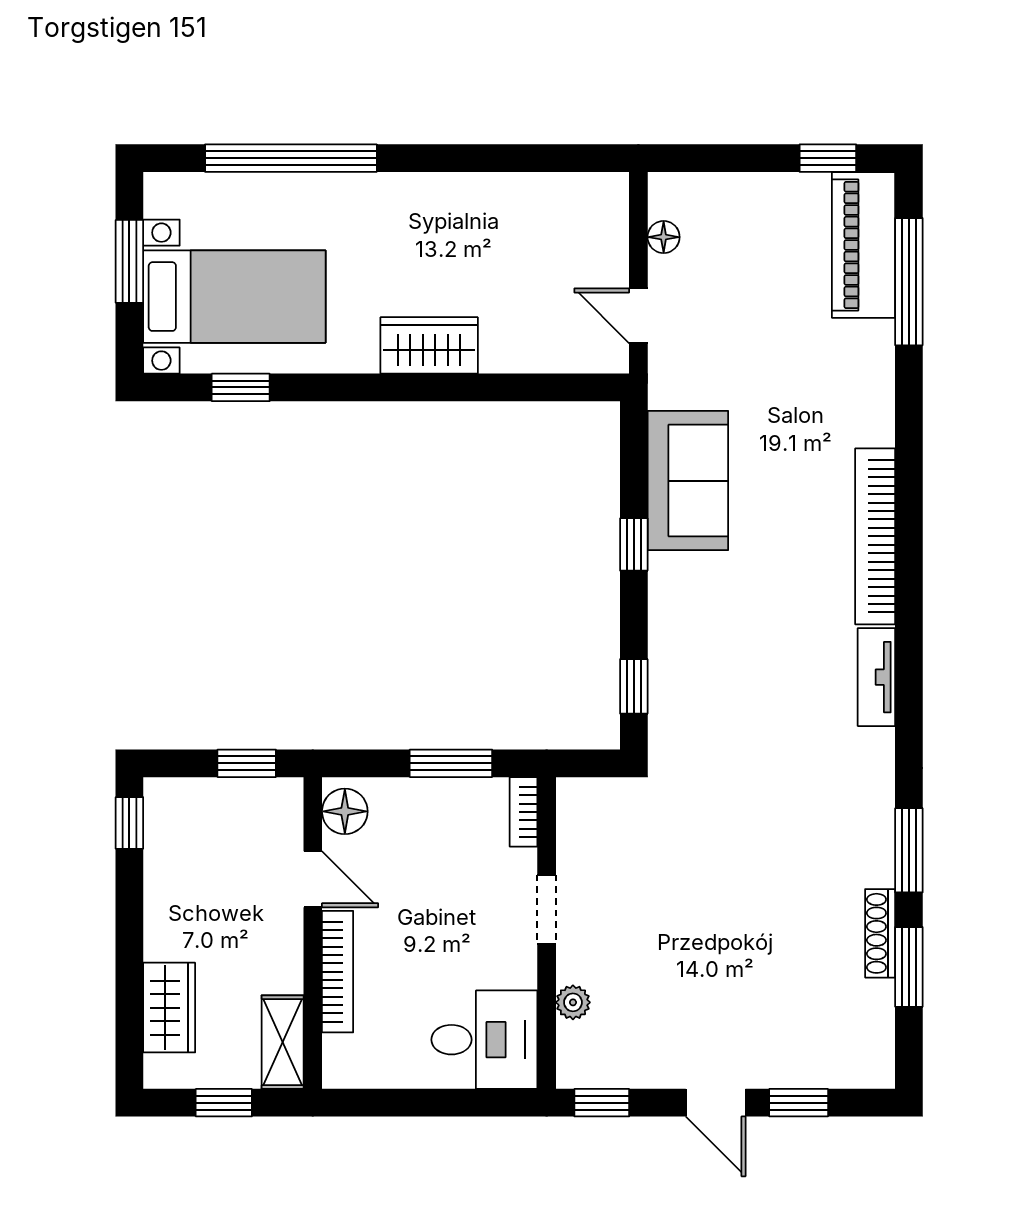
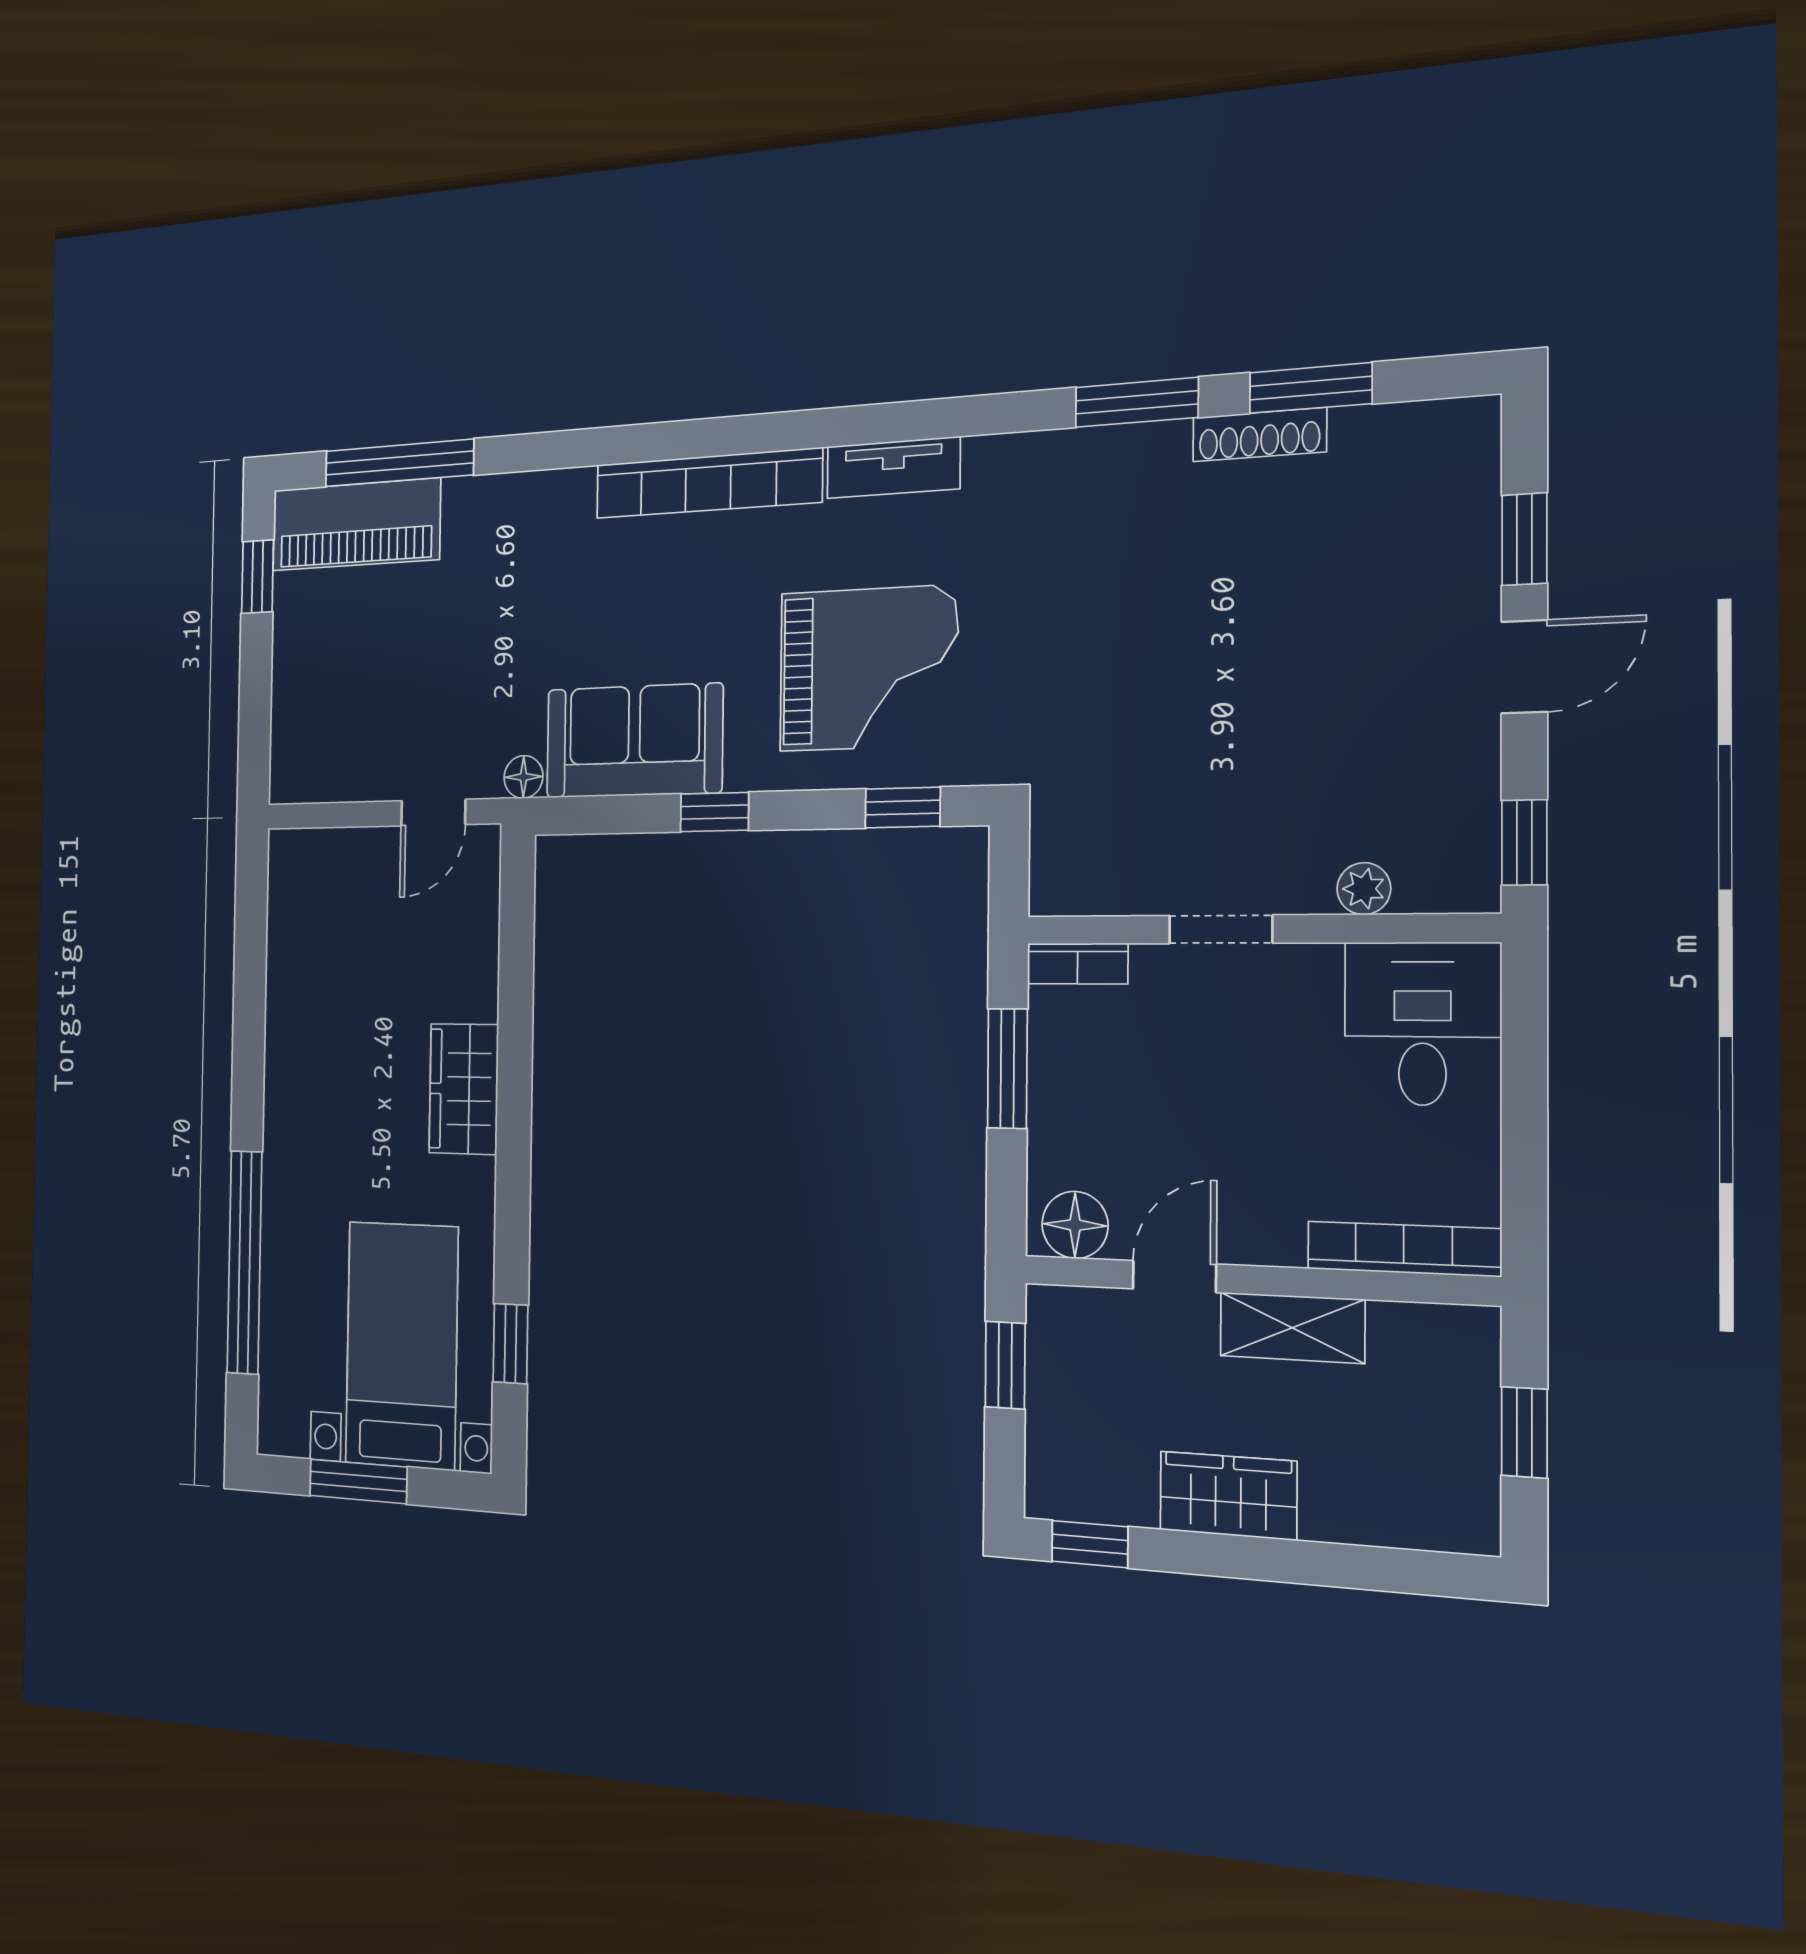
floor lamp: (664, 237) -> (524, 777), moved
grand piano: (734, 660) -> (868, 668), added
bookcase: (338, 972) -> (1404, 1249), moved
wardrobe: (169, 1008) -> (1228, 1496), moved
shelving: (283, 1042) -> (1292, 1328), moved

